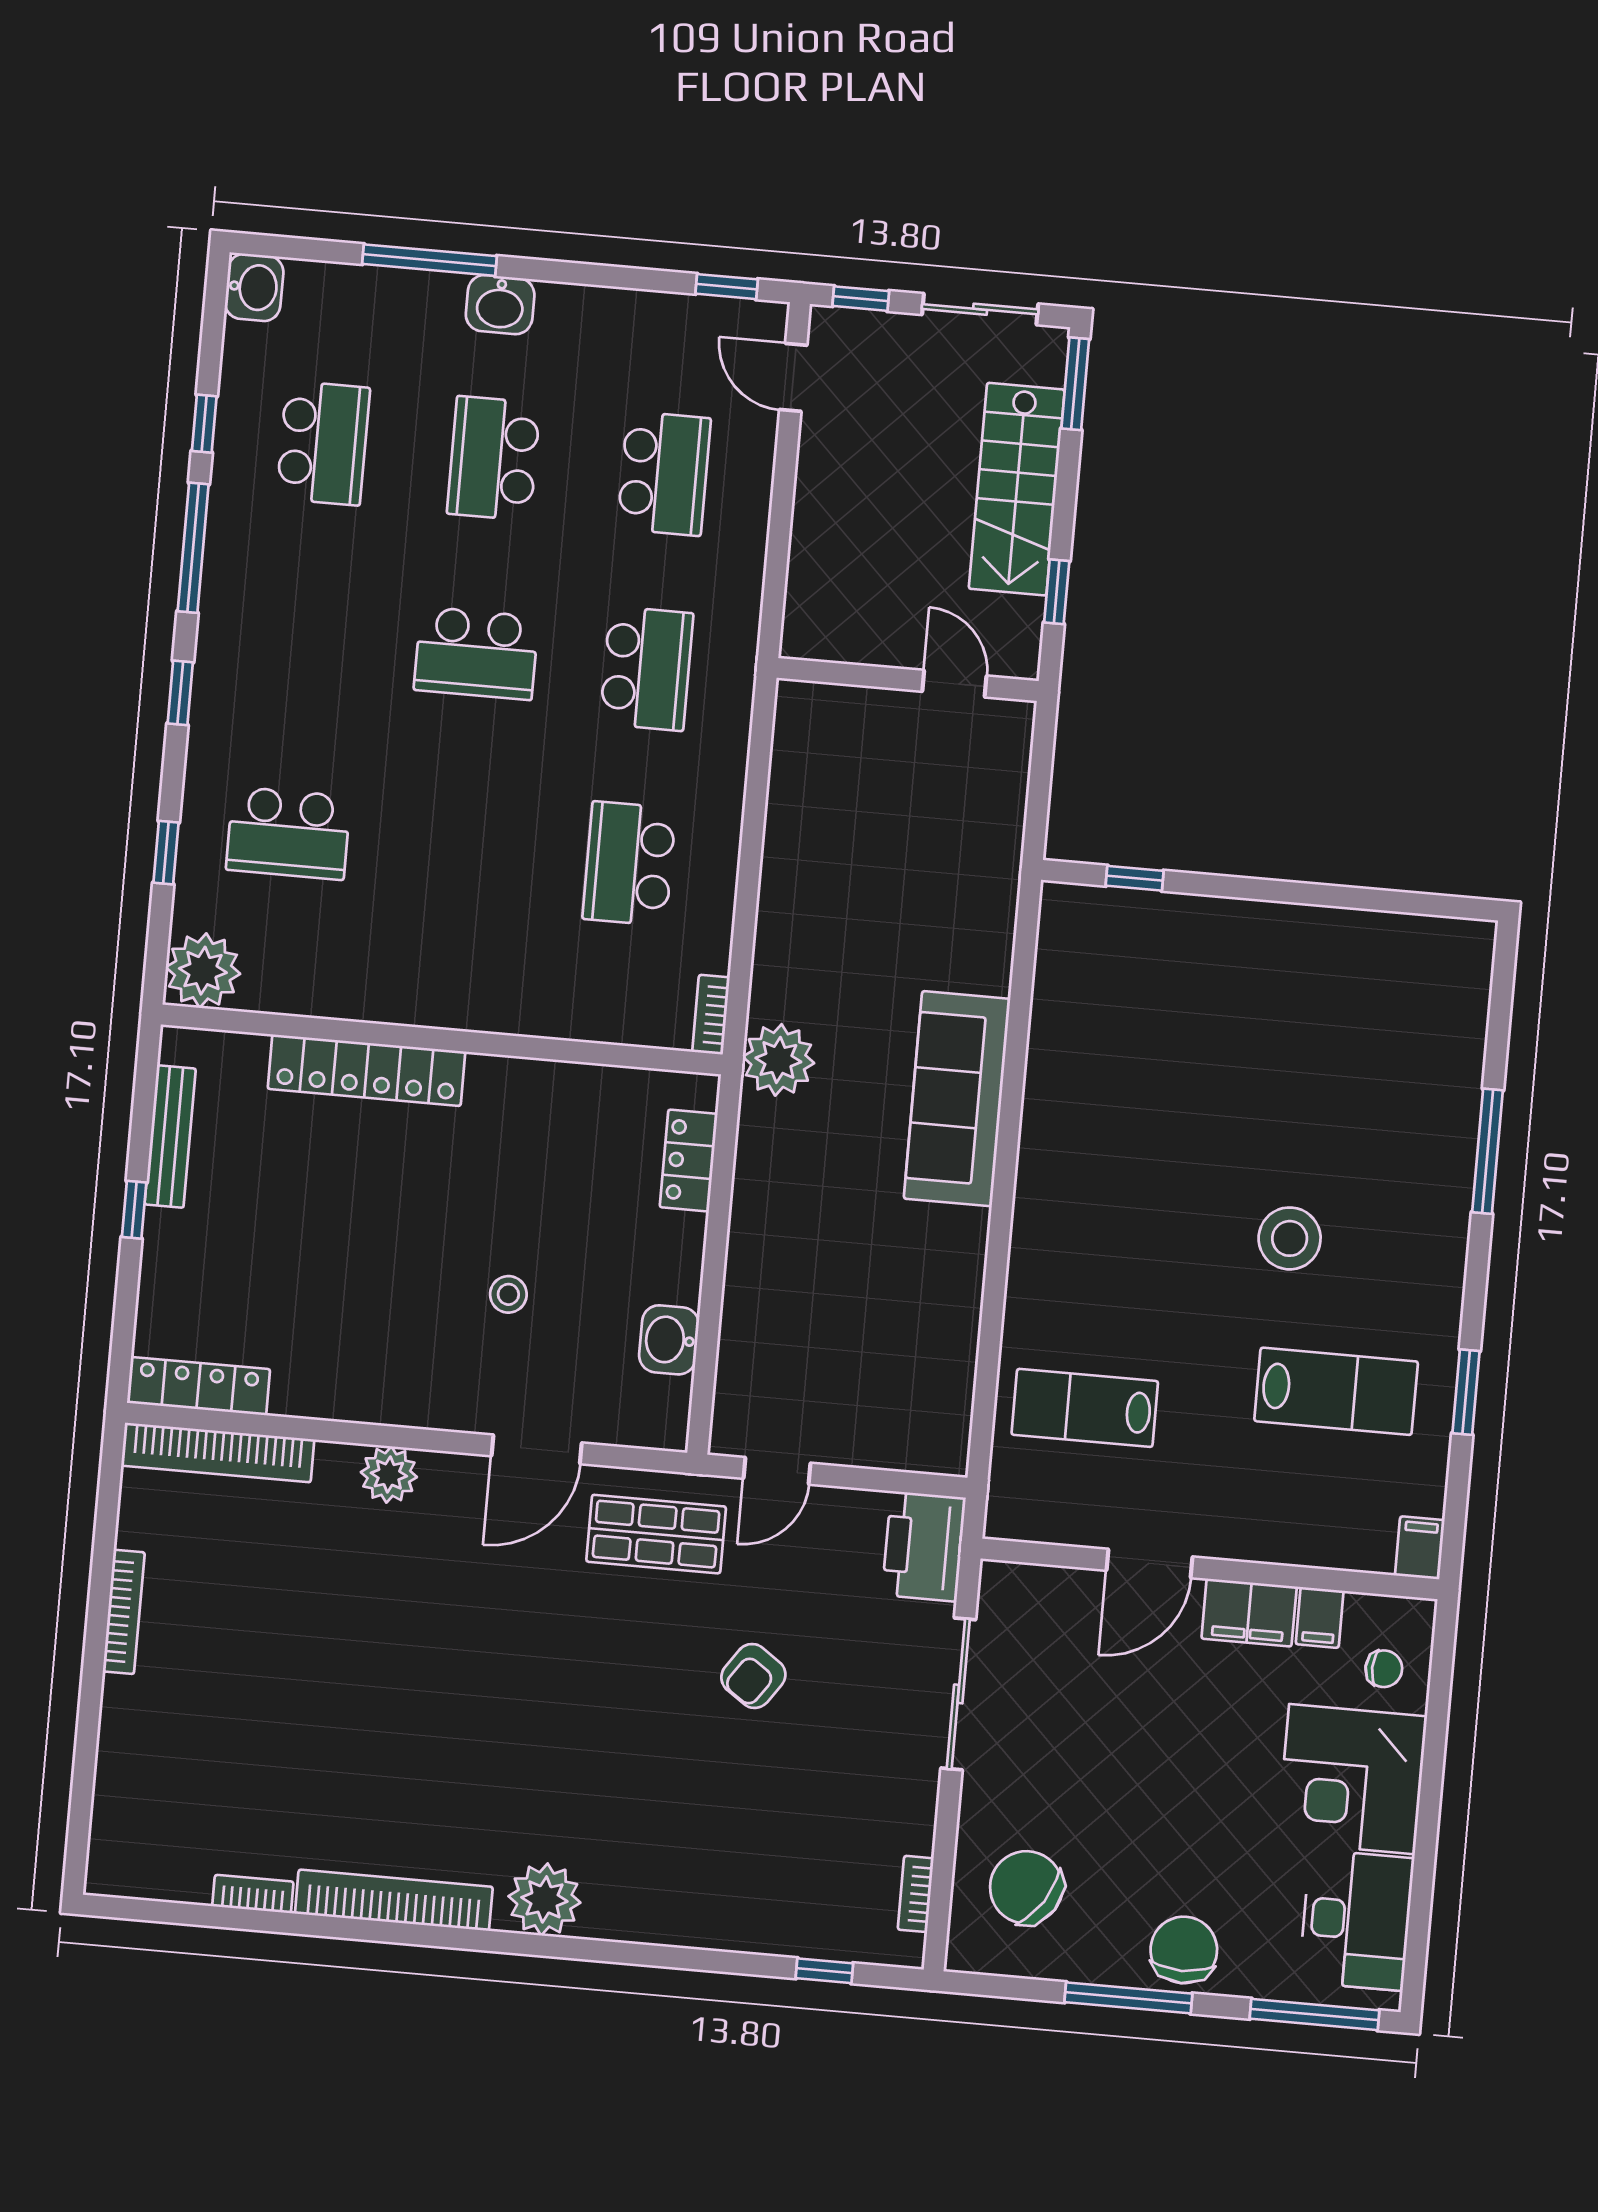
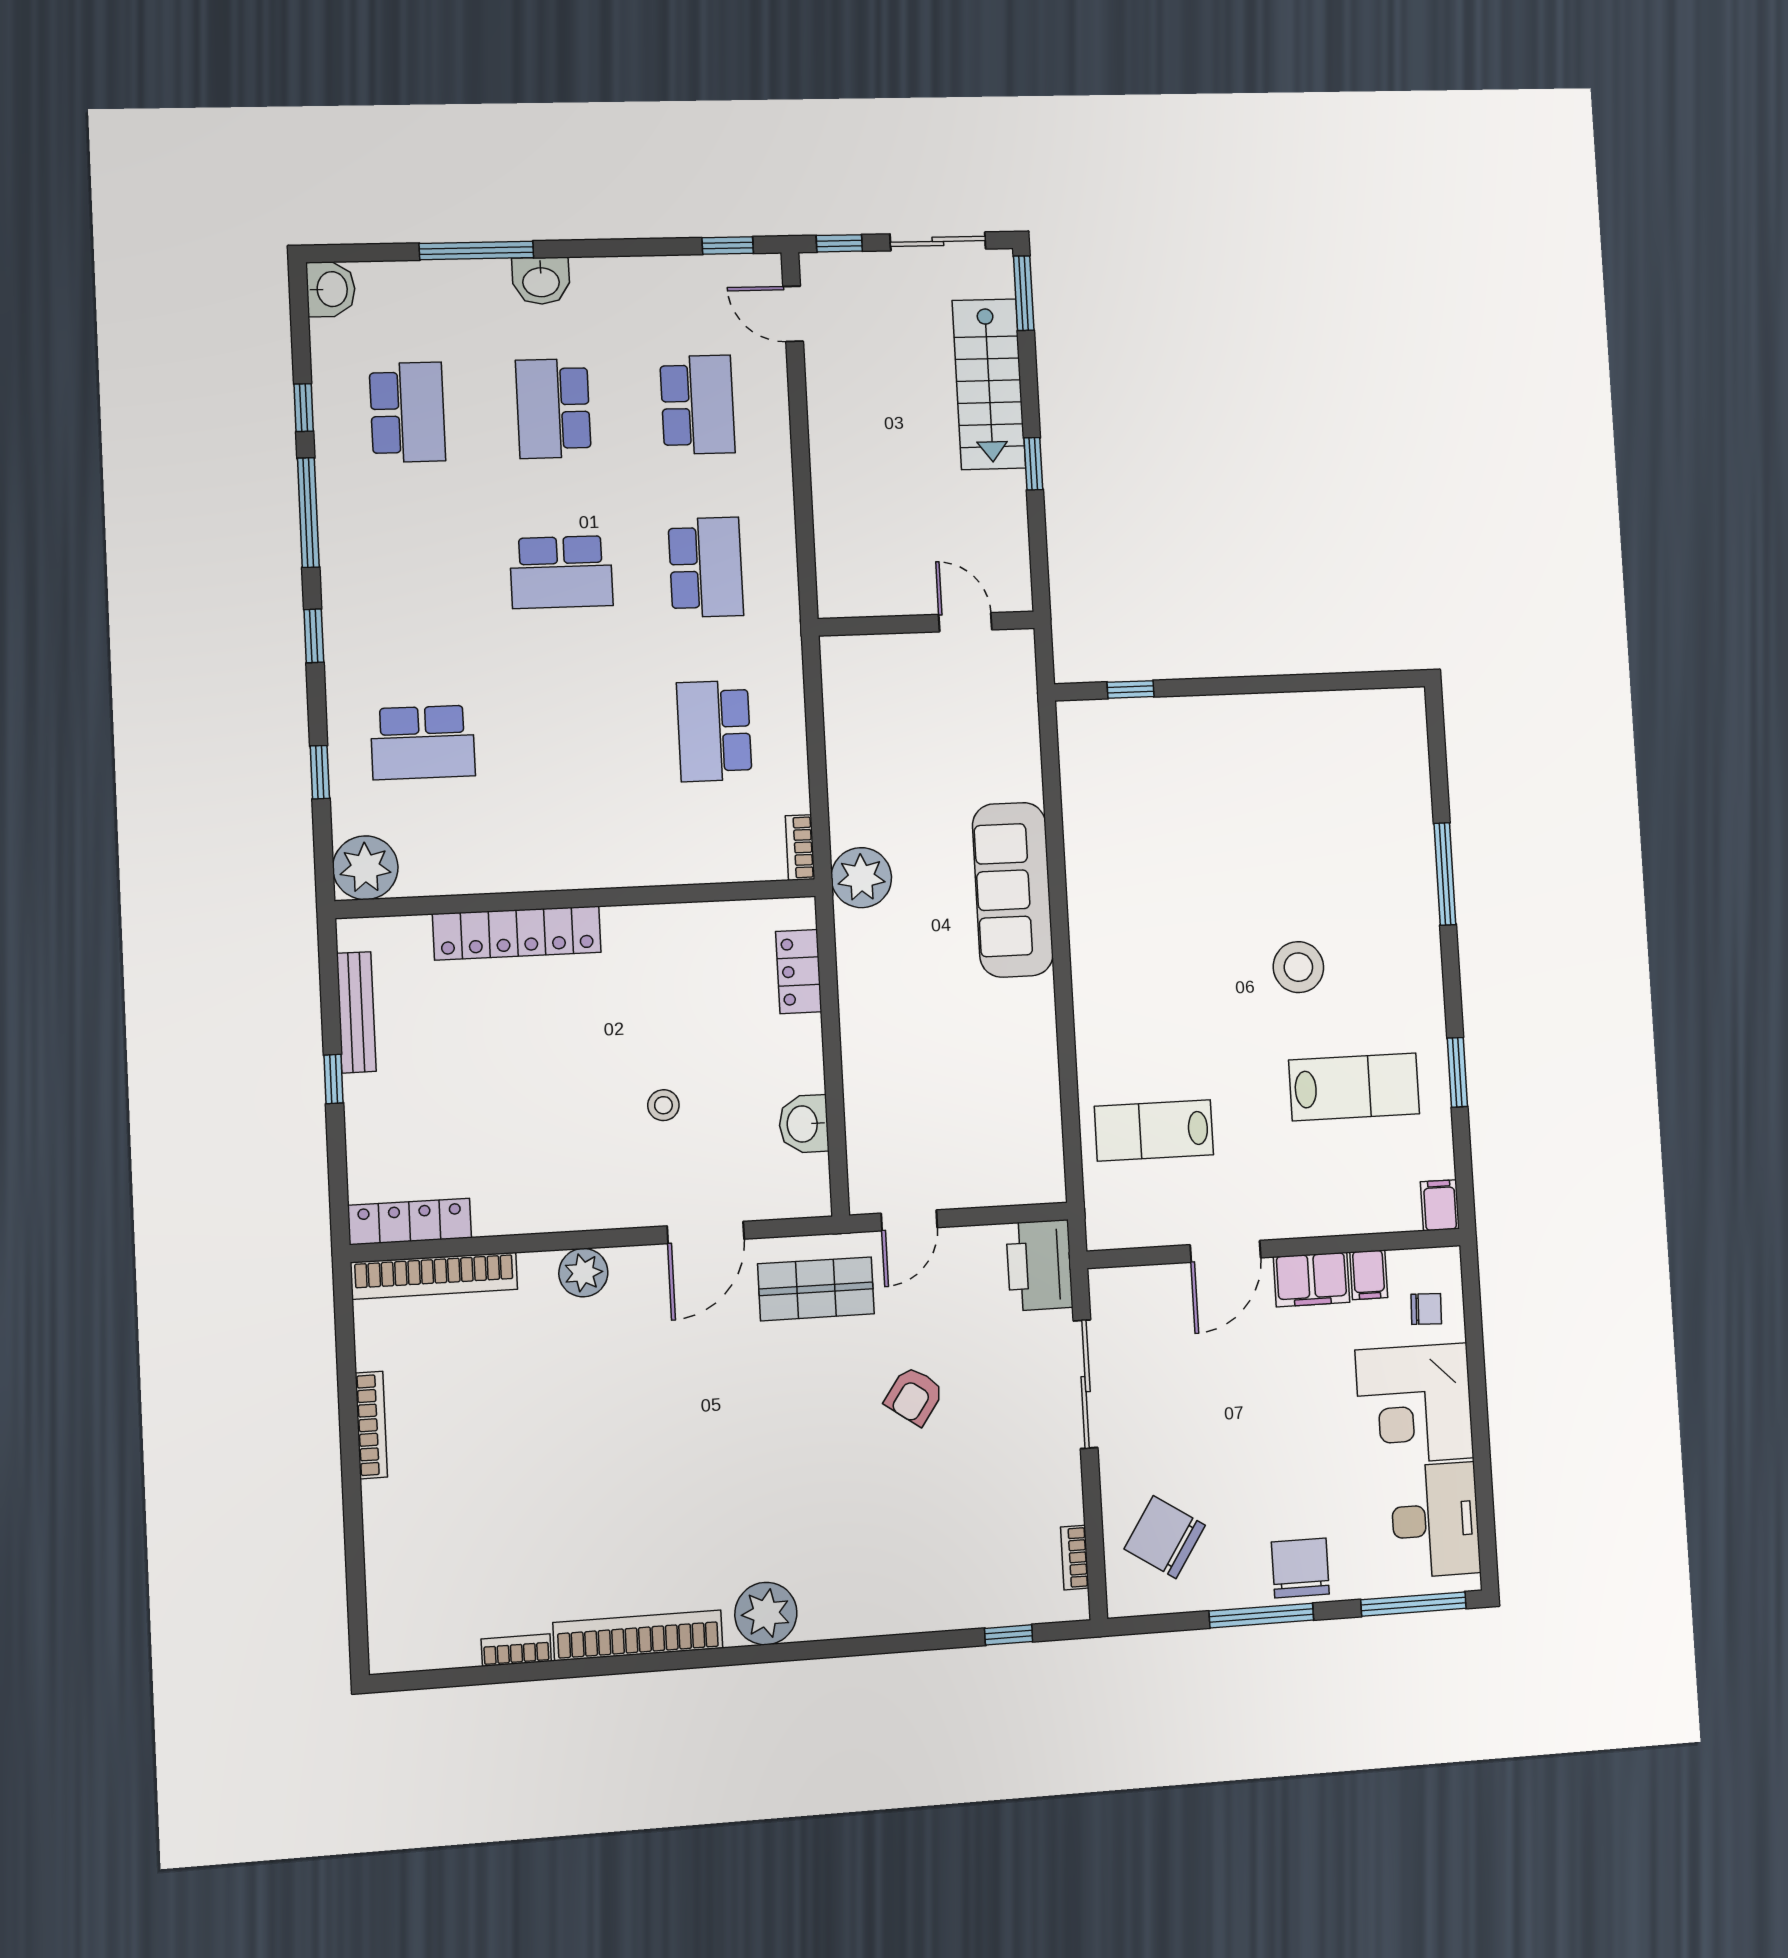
wall: (908, 679) -> (926, 624), moved
door: (954, 684) -> (965, 622), moved

